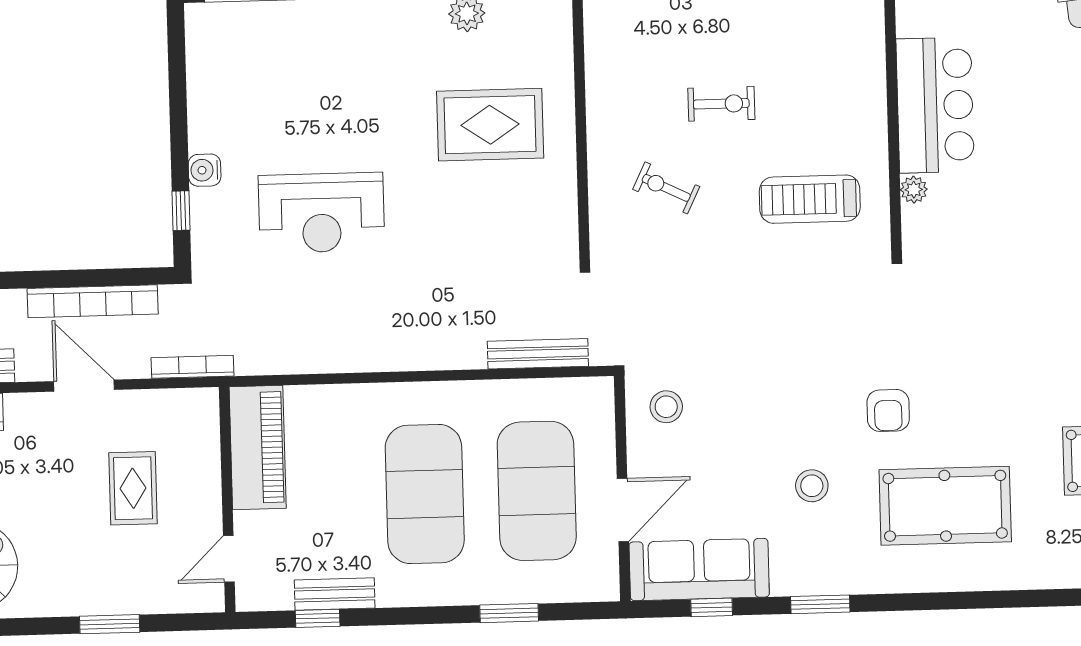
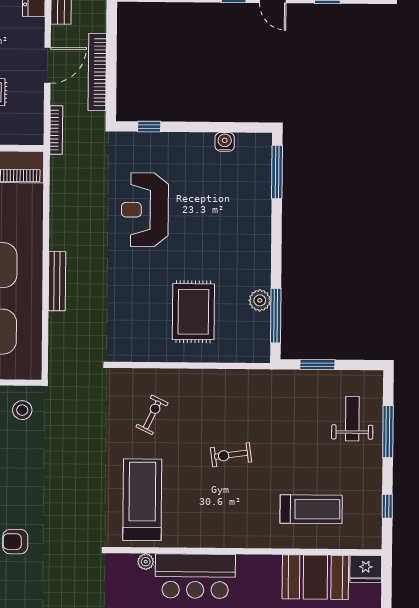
exercise bike: (721, 104) -> (231, 455), moved, turned 82
water cooler: (205, 170) -> (225, 142), moved
treadmill: (810, 199) -> (142, 500), width x1.37, depth x1.38
bench: (538, 354) -> (57, 281), moved

